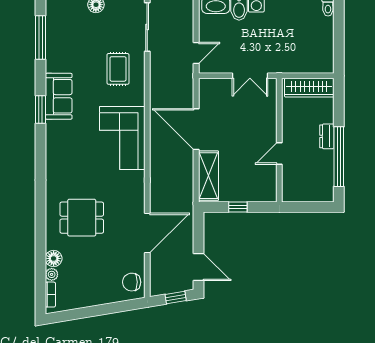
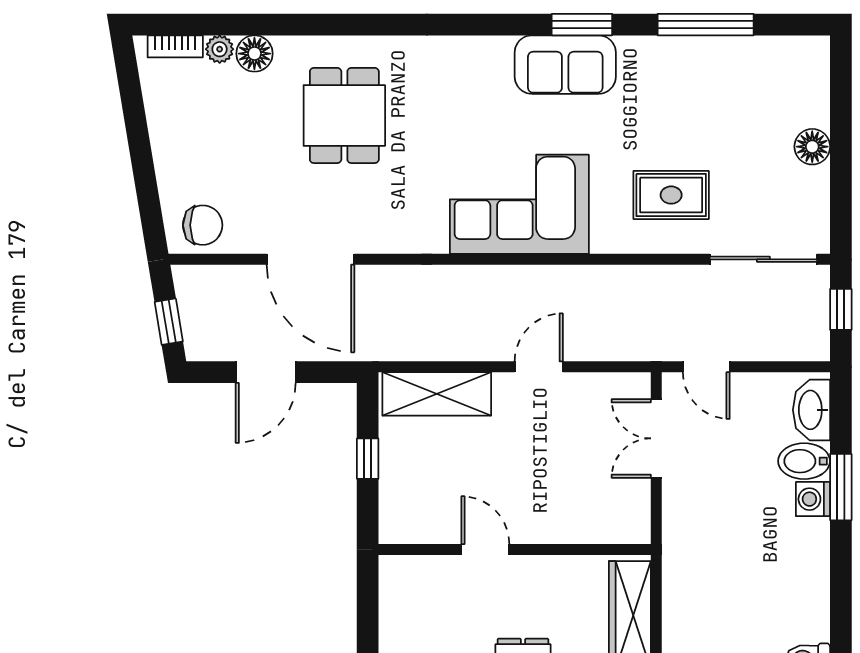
window: (40, 38) -> (706, 25), moved
double door: (250, 76) -> (656, 438), moved
sofa: (59, 96) -> (565, 65), moved
door: (196, 129) -> (539, 367), width x0.53
door: (199, 267) -> (266, 372), moved
chair: (132, 282) -> (203, 225), turned 90

